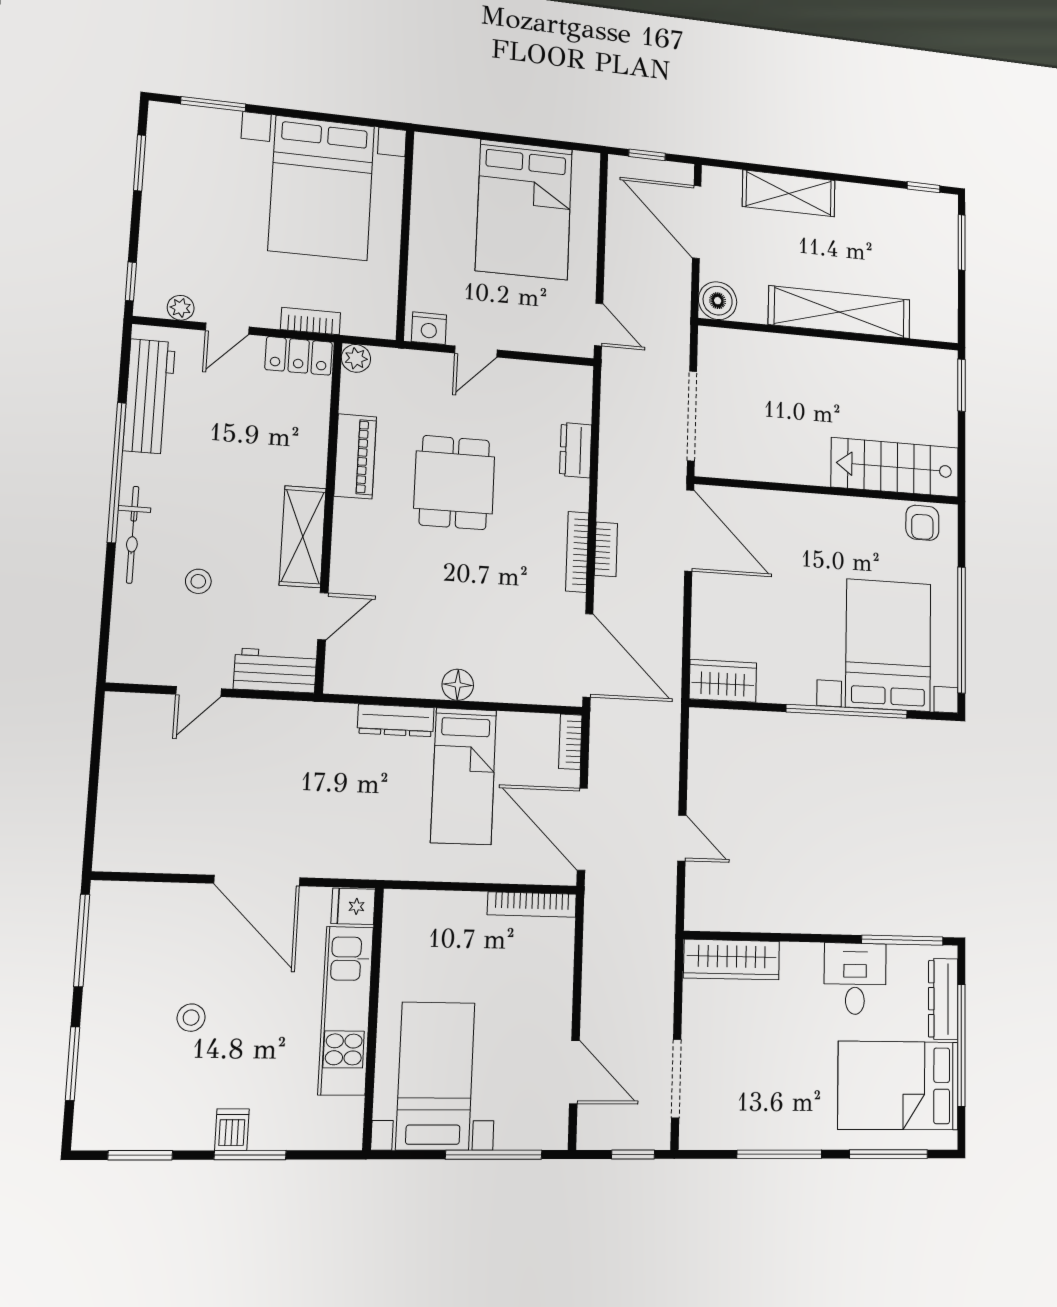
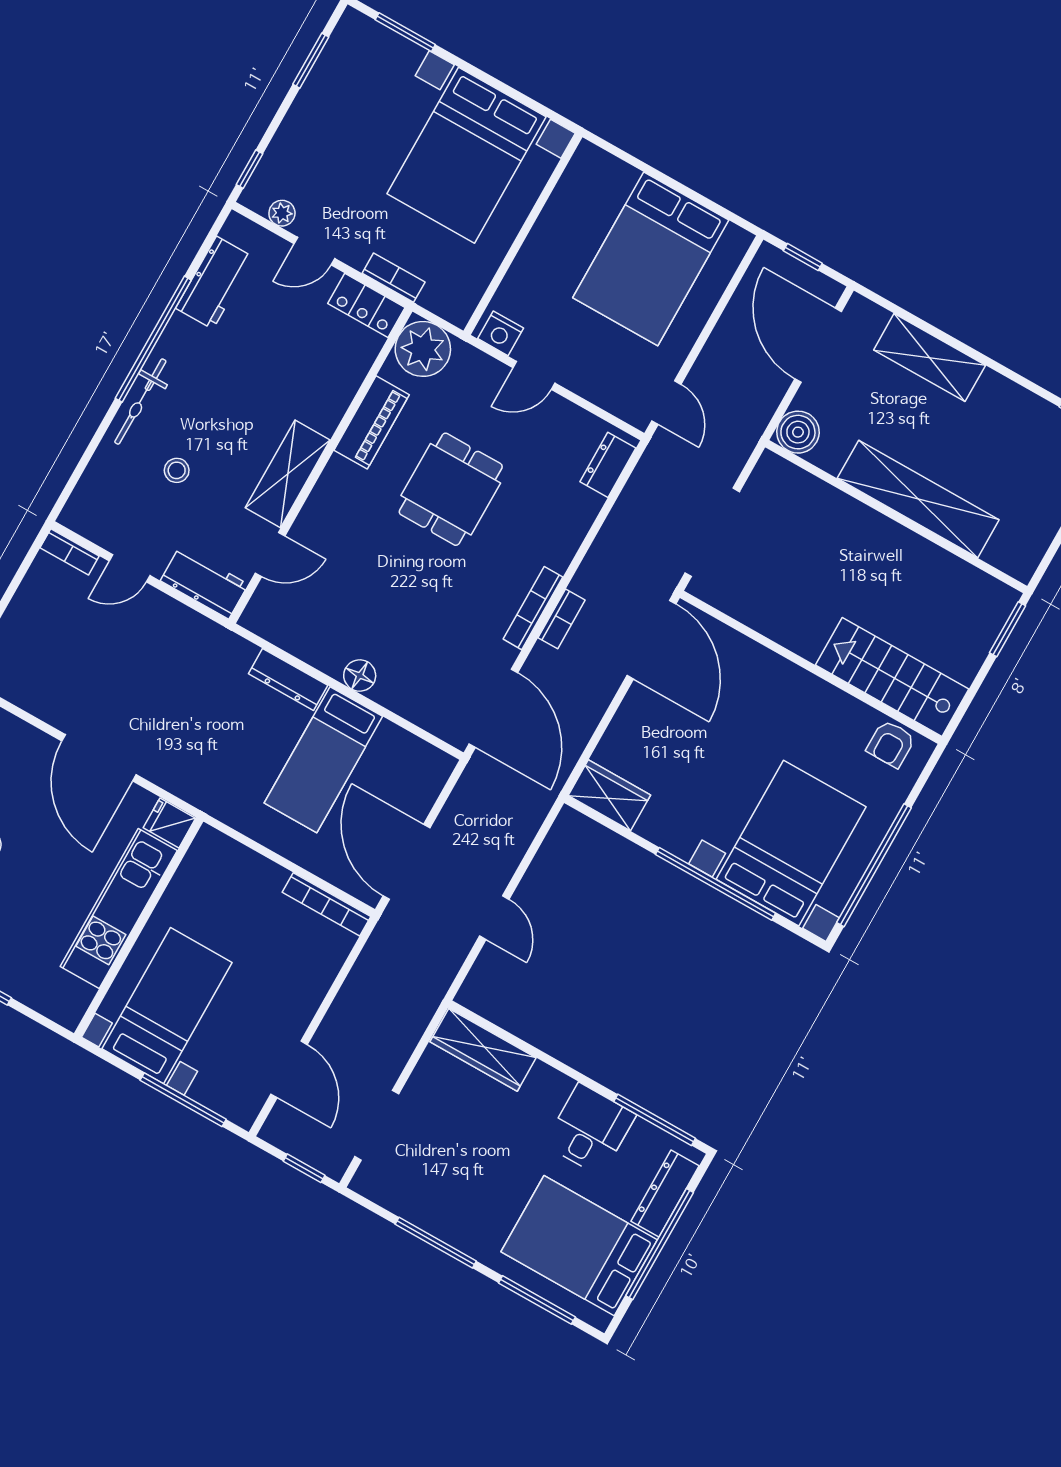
plant: (356, 358) -> (423, 349), width x1.87, depth x1.87
workbench: (149, 396) -> (215, 283), width x0.73
dresser: (576, 450) -> (608, 465), moved
bookcase: (570, 742) -> (70, 552), moved, turned -90

